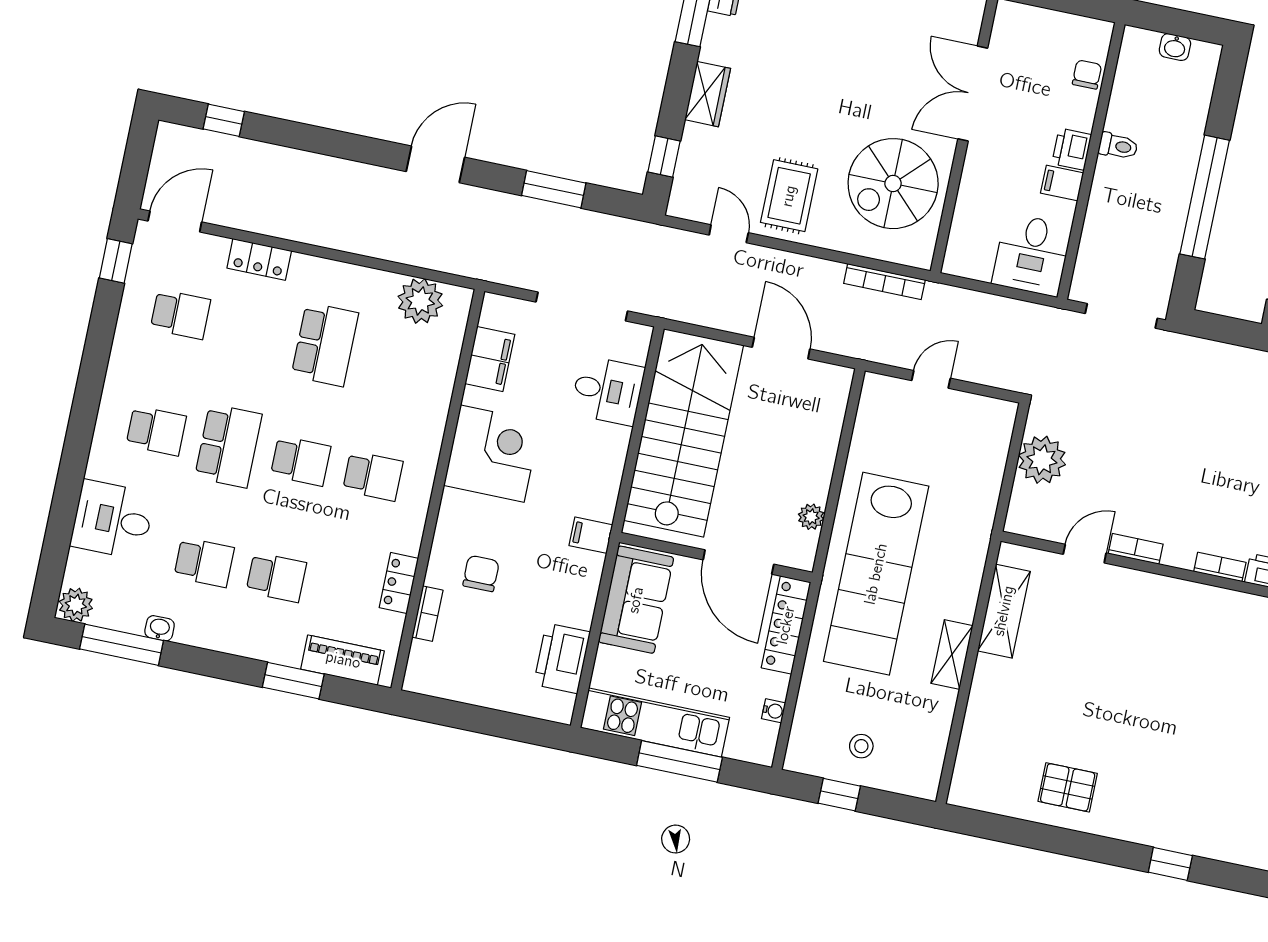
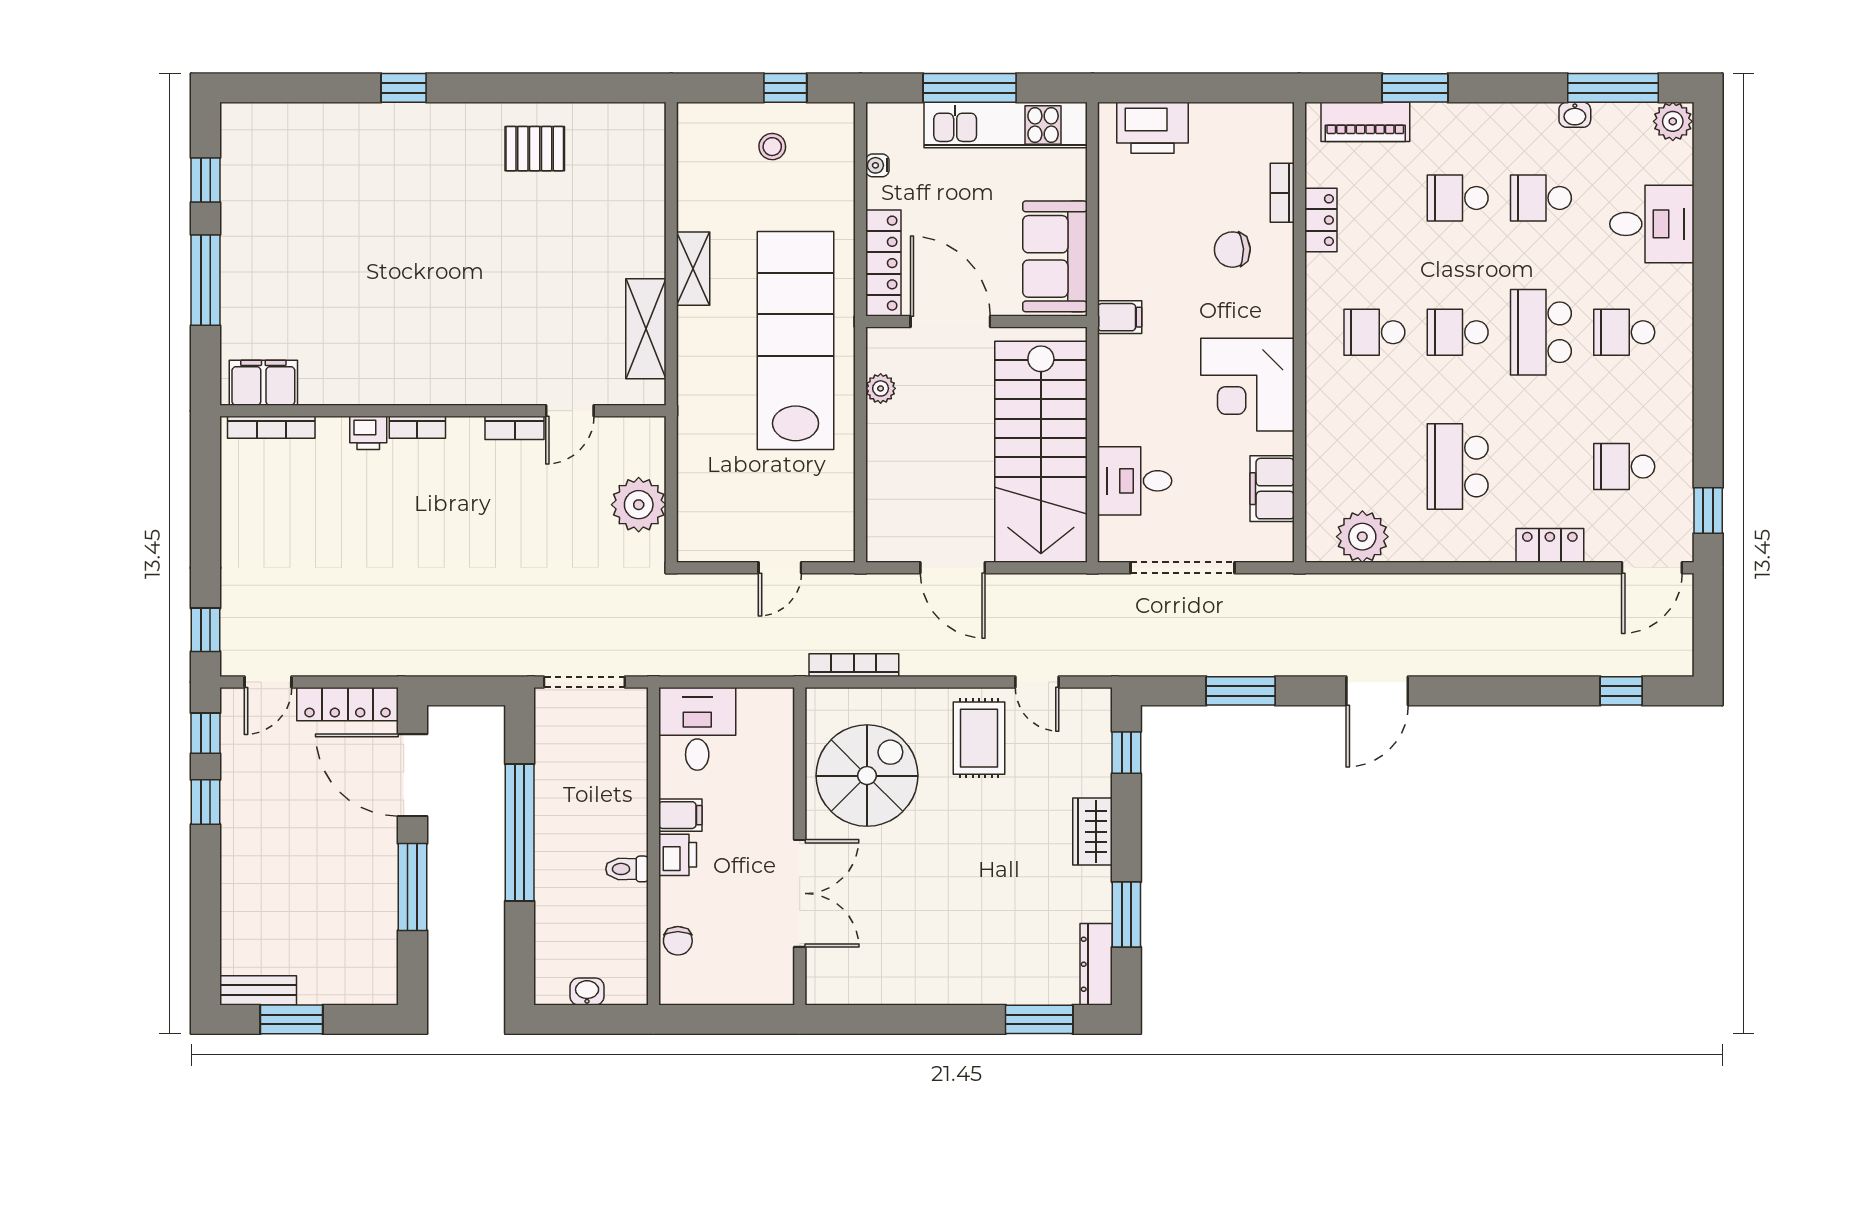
chair: (481, 573) -> (1232, 250), turned 87
printer: (562, 658) -> (1153, 128), moved, turned 90

